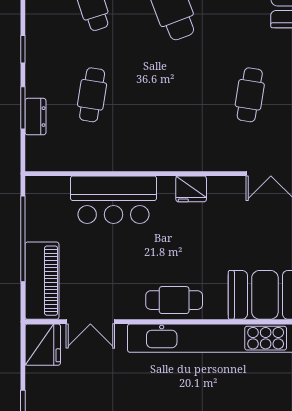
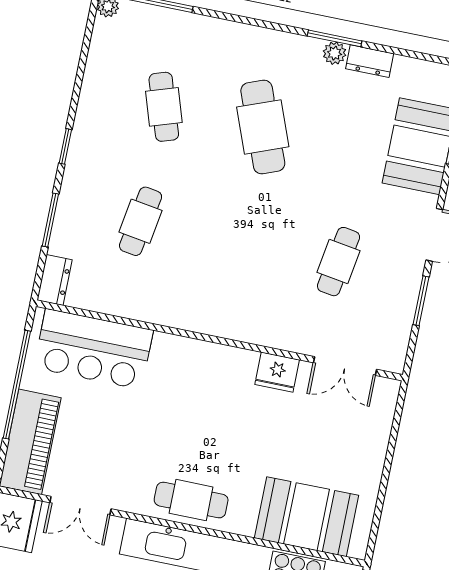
dresser: (36, 117) -> (55, 280), moved
fridge: (191, 189) -> (277, 372), moved
bar counter: (113, 200) -> (93, 349), moved

